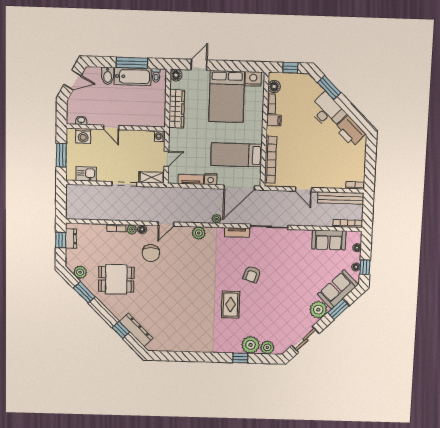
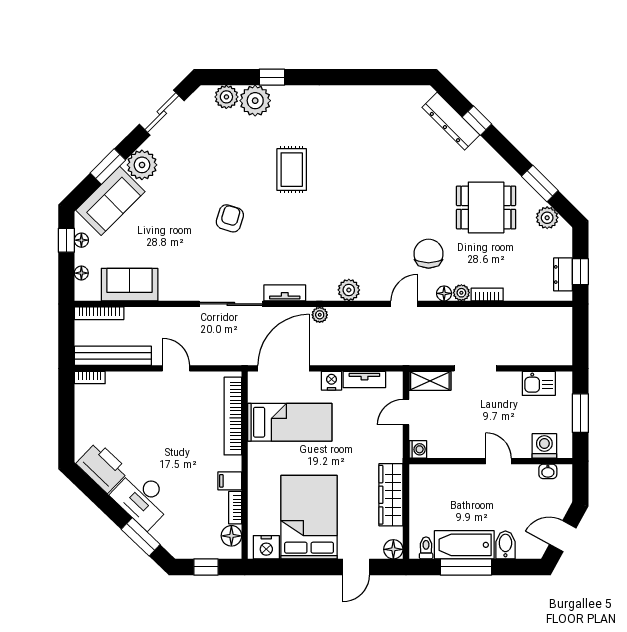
armchair: (252, 274) -> (230, 218), moved

